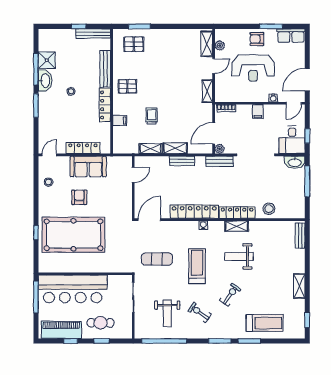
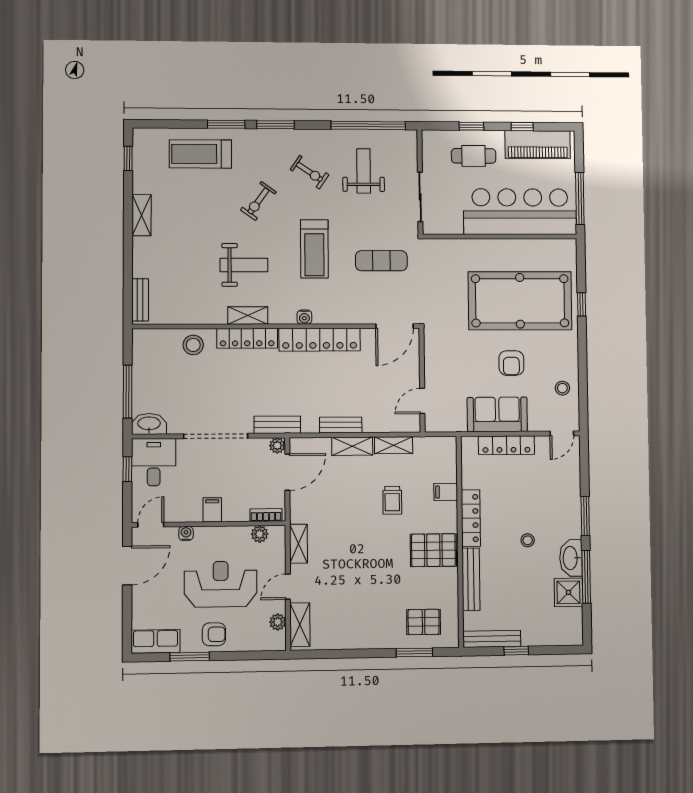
pallet: (127, 86) -> (433, 550), width x1.50, depth x1.42
plant: (230, 97) -> (260, 534), added

